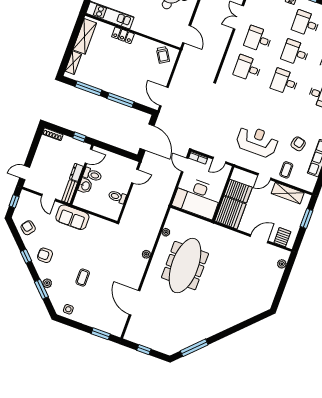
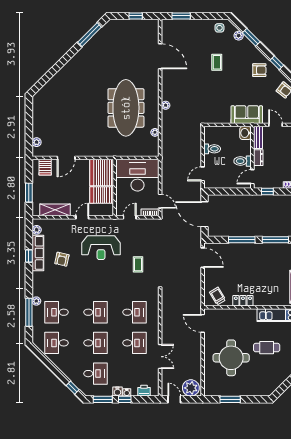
locker: (123, 35) -> (243, 301), moved
coffee table: (286, 170) -> (138, 264), moved
plant: (312, 181) -> (37, 230), added
washbasin: (85, 186) -> (245, 133), moved
plant: (47, 283) -> (239, 36), moved

